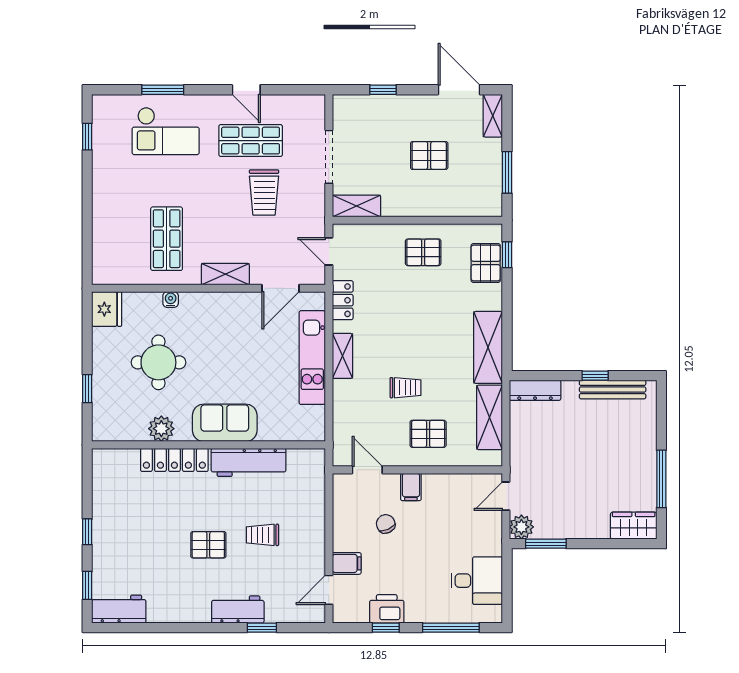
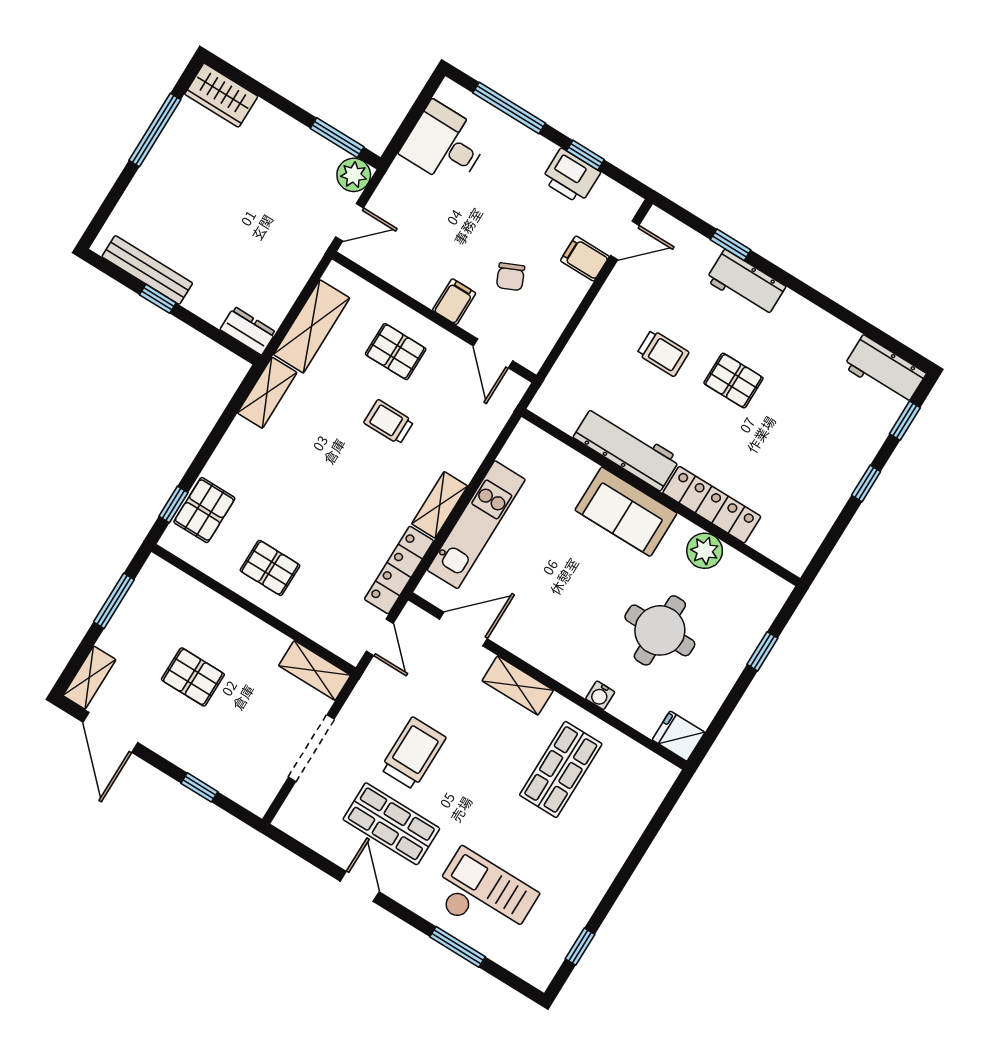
locker: (343, 300) -> (399, 570), width x1.53
fridge: (107, 309) -> (679, 736), width x0.72
shelving: (488, 347) -> (267, 393), width x0.67, depth x0.75
dresser: (535, 390) -> (248, 331), width x0.70

